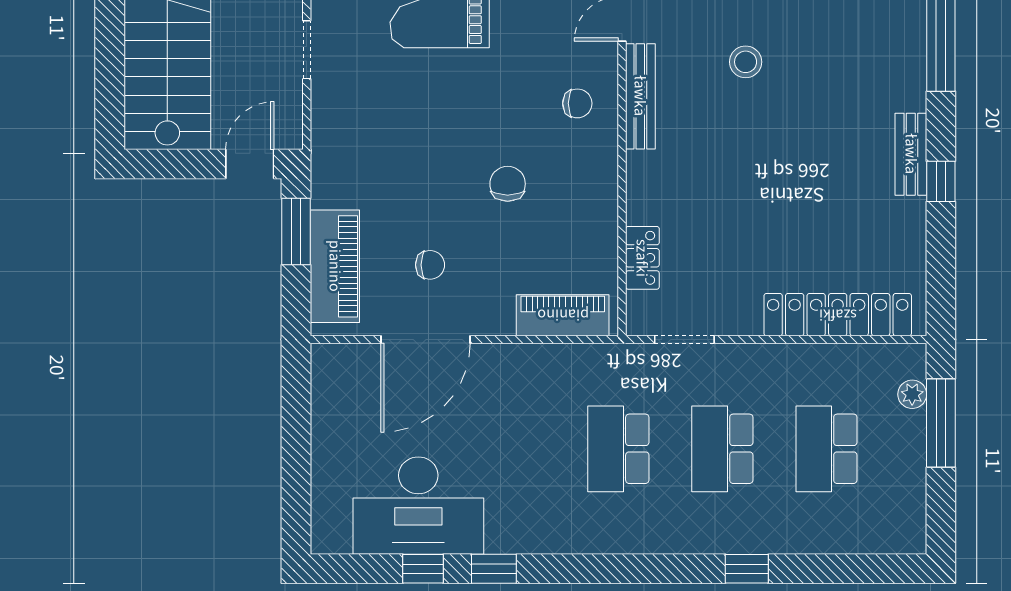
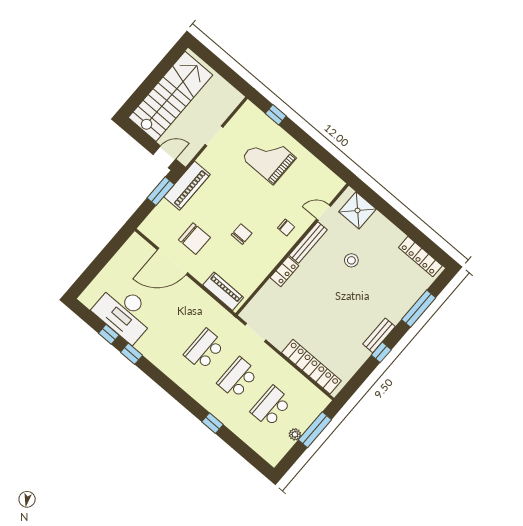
locker: (642, 258) -> (284, 272), moved
chair: (430, 265) -> (194, 239), width x1.87, depth x1.87
piano: (335, 266) -> (187, 186), moved
plant: (912, 394) -> (295, 434), moved

